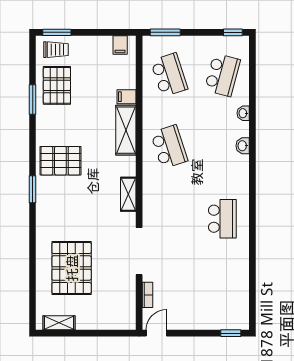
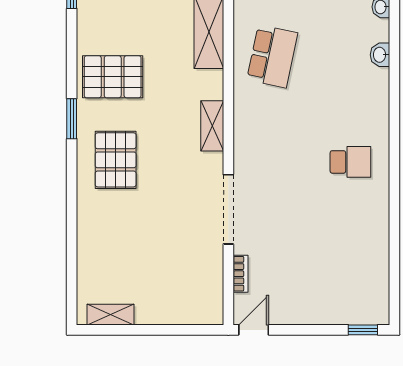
school desk: (169, 147) -> (272, 56), turned 30
school desk: (222, 219) -> (350, 162), width x0.54
pallet: (72, 268) -> (116, 160), moved, width x0.73, depth x0.71

